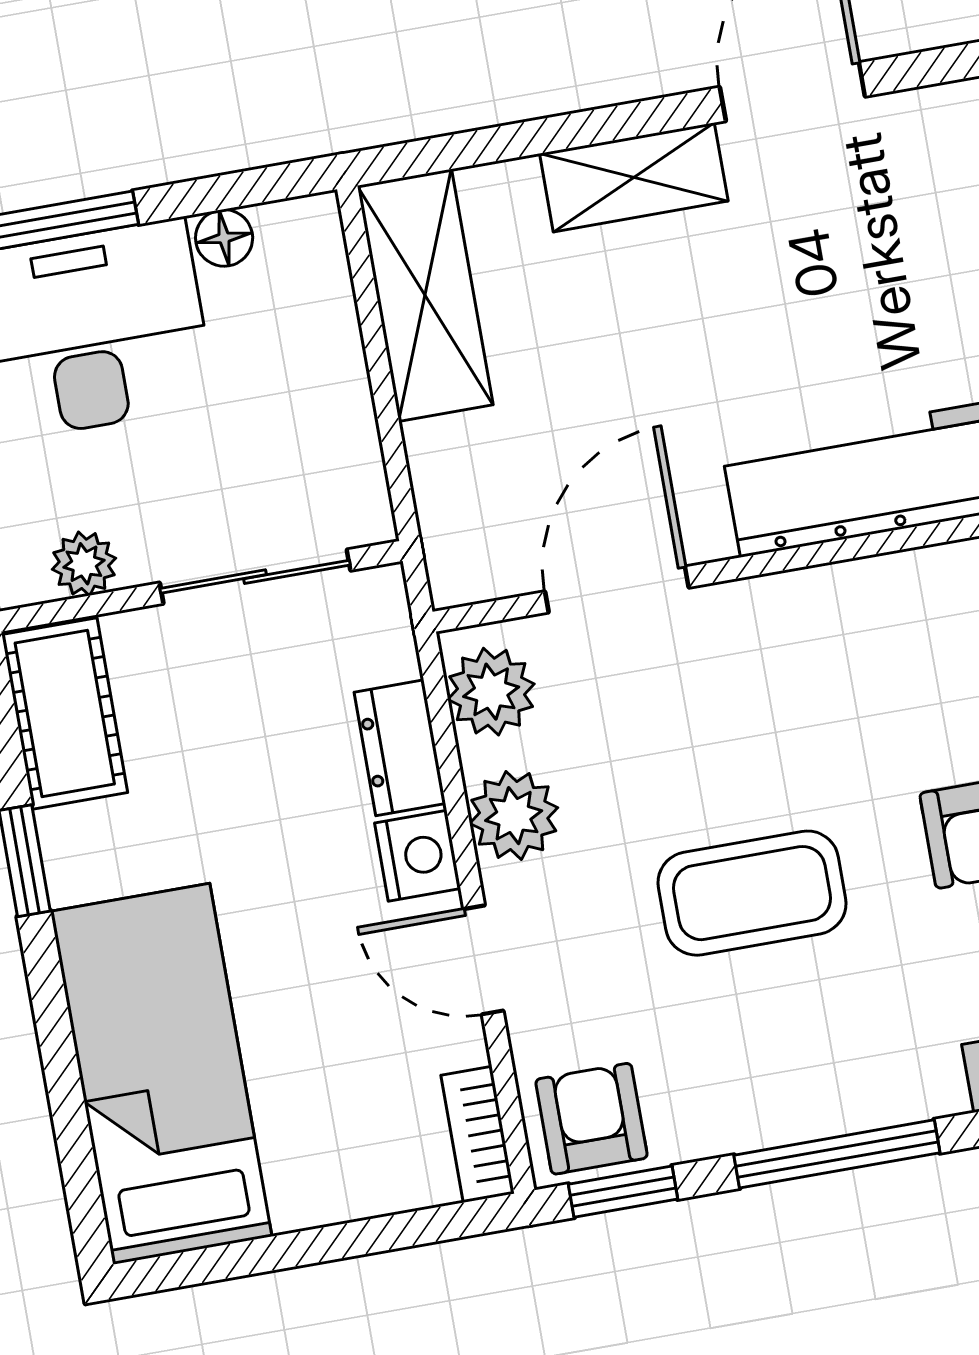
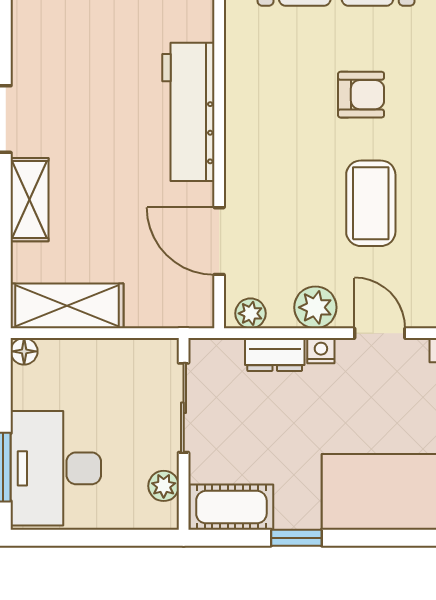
floor lamp: (224, 238) -> (24, 351), moved
plant: (491, 692) -> (250, 313), width x0.73, depth x0.73
nightstand: (418, 856) -> (321, 351), width x0.72, depth x0.74
door: (483, 960) -> (380, 333), swing flipped

